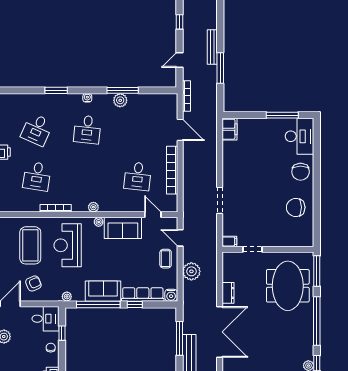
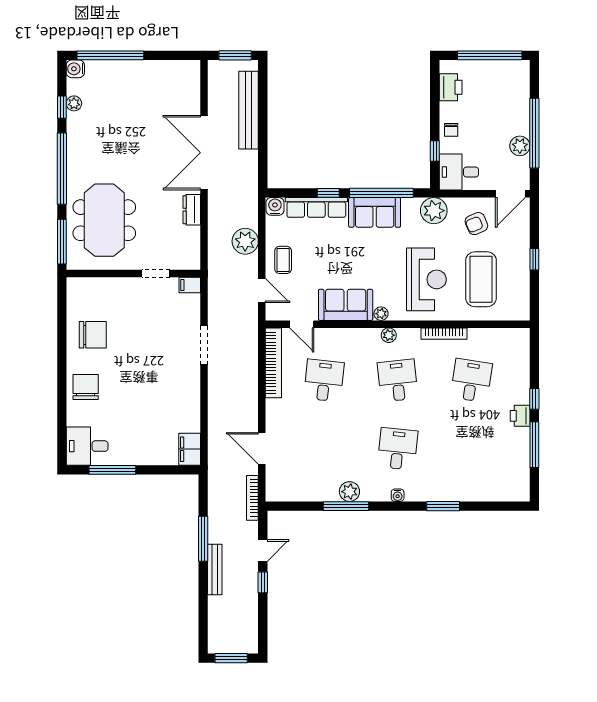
window: (179, 22) -> (263, 582), moved
desk: (37, 129) -> (398, 380), moved, turned -30
desk: (299, 136) -> (87, 446), width x0.73
bookcase: (172, 170) -> (273, 363), moved
plant: (67, 297) -> (434, 211), width x1.87, depth x1.87
window: (179, 338) -> (263, 143), removed

